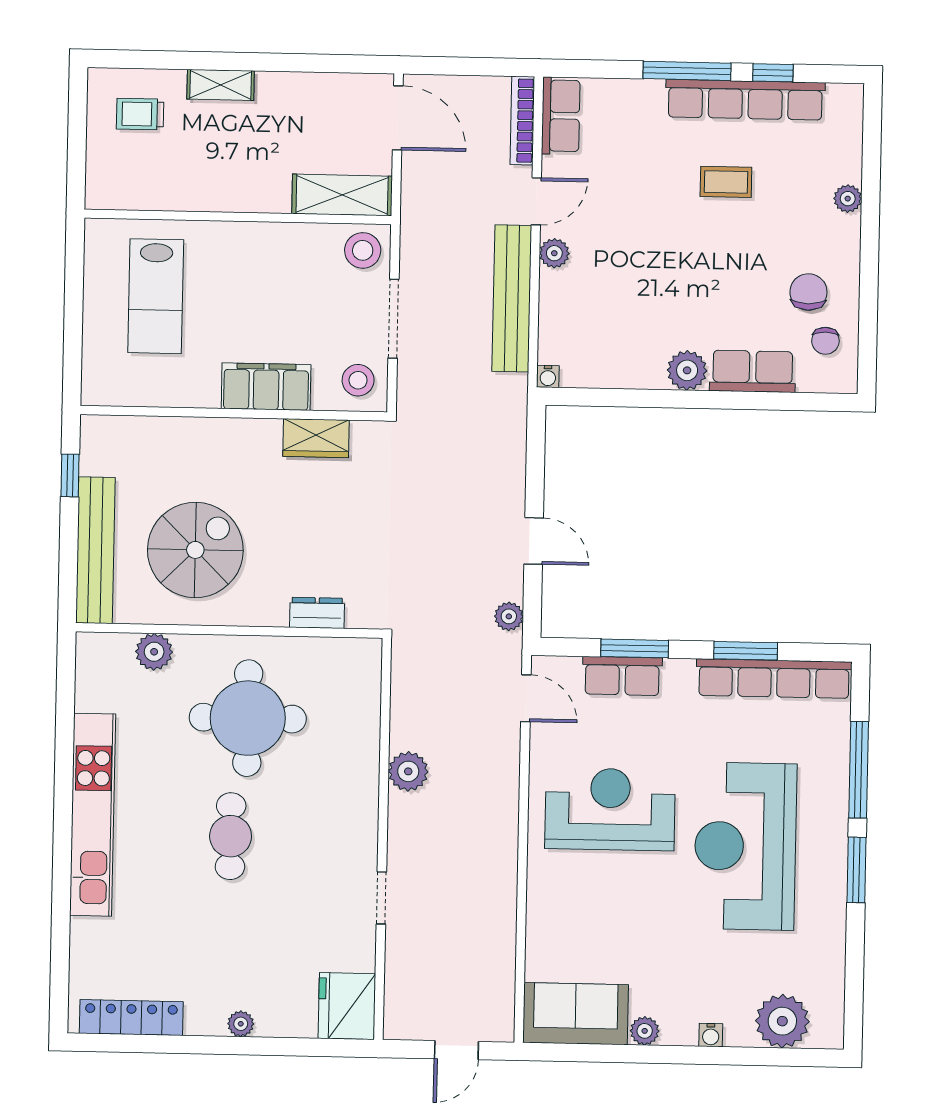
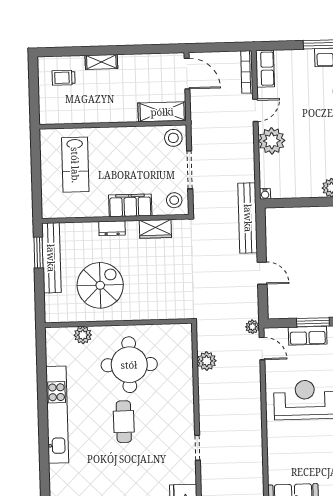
plant: (554, 253) -> (272, 141), width x1.87, depth x1.87
bench: (512, 298) -> (248, 218), moved
window: (70, 475) -> (38, 253), width x1.50
bench: (95, 550) -> (51, 258), moved
dresser: (317, 613) -> (112, 228), moved, turned 180
plant: (509, 616) -> (252, 327), moved
plant: (408, 771) -> (207, 361), moved

